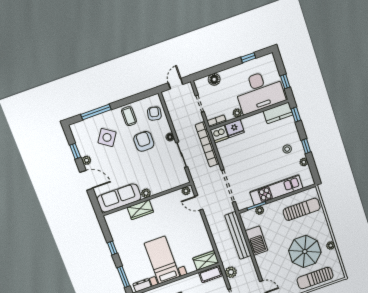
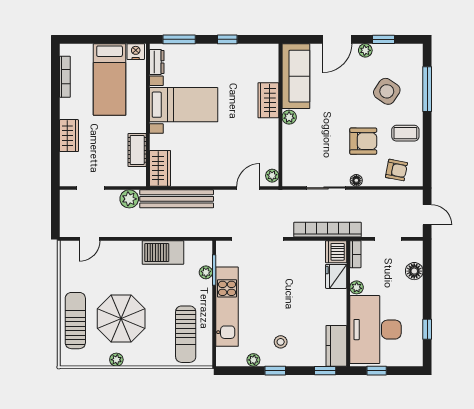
bench: (238, 235) -> (177, 199), moved
cot: (210, 274) -> (137, 150), moved

